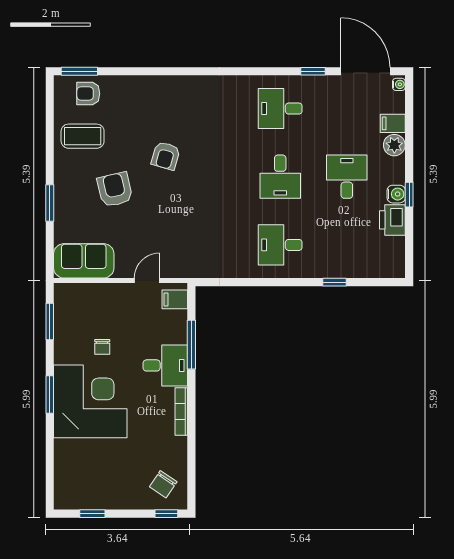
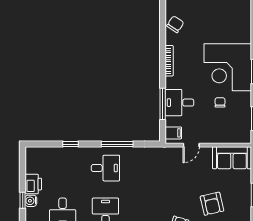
window: (262, 282) -> (117, 144), added
desk: (165, 365) -> (179, 103), moved
chair: (163, 484) -> (175, 24), moved

